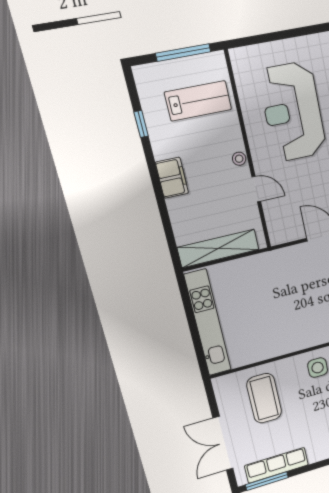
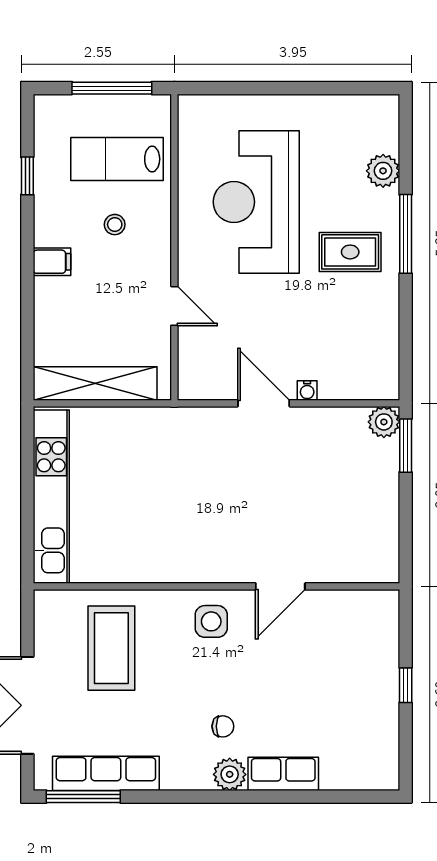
lab bench: (198, 101) -> (117, 159), turned 180
stool: (239, 159) -> (115, 225), moved
filing cabinet: (172, 178) -> (52, 262), width x0.50

